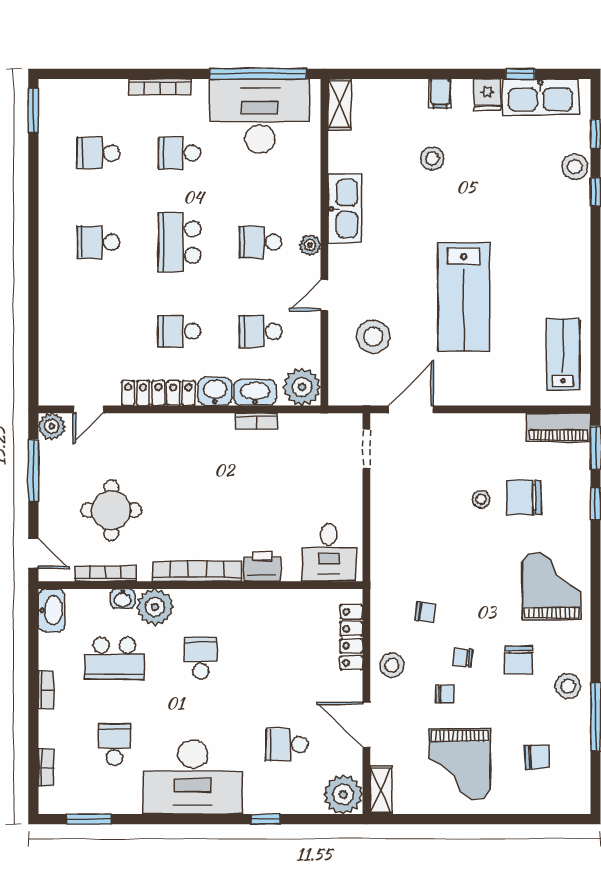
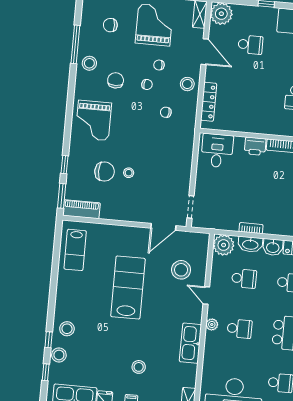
stool: (565, 214) -> (67, 329), added
door: (324, 295) -> (206, 296), swing flipped

